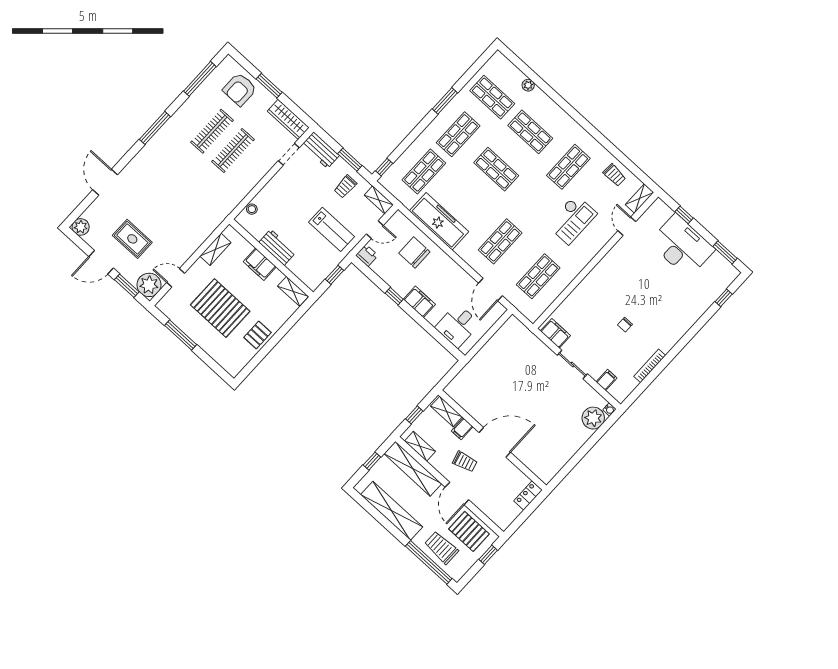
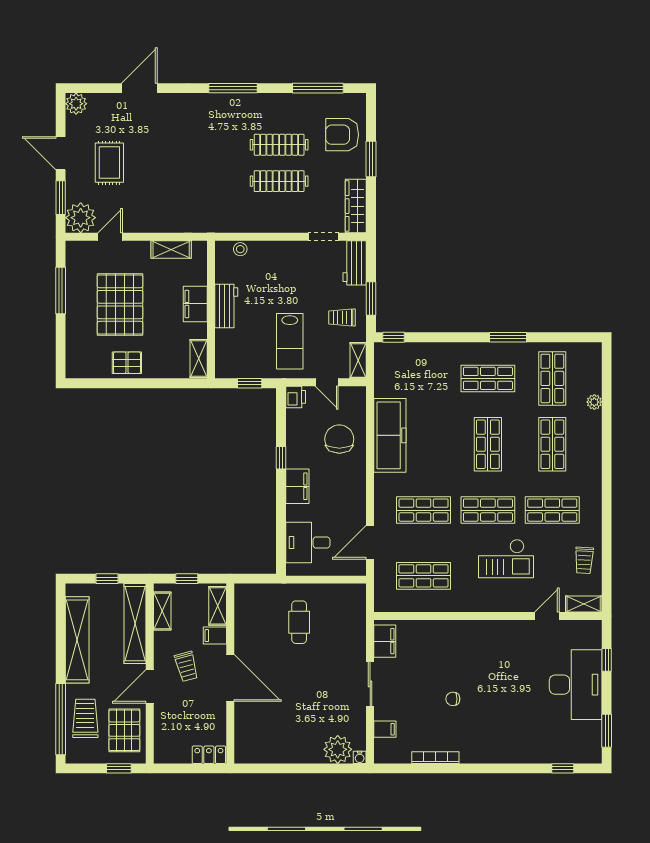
shop shelf: (424, 172) -> (488, 510), moved
door: (176, 278) -> (110, 237), hinge flipped
cafe table: (499, 373) -> (299, 622), added

